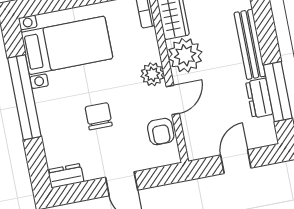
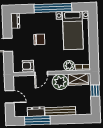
plant: (152, 74) -> (69, 66), moved
door: (173, 100) -> (41, 73), hinge flipped

